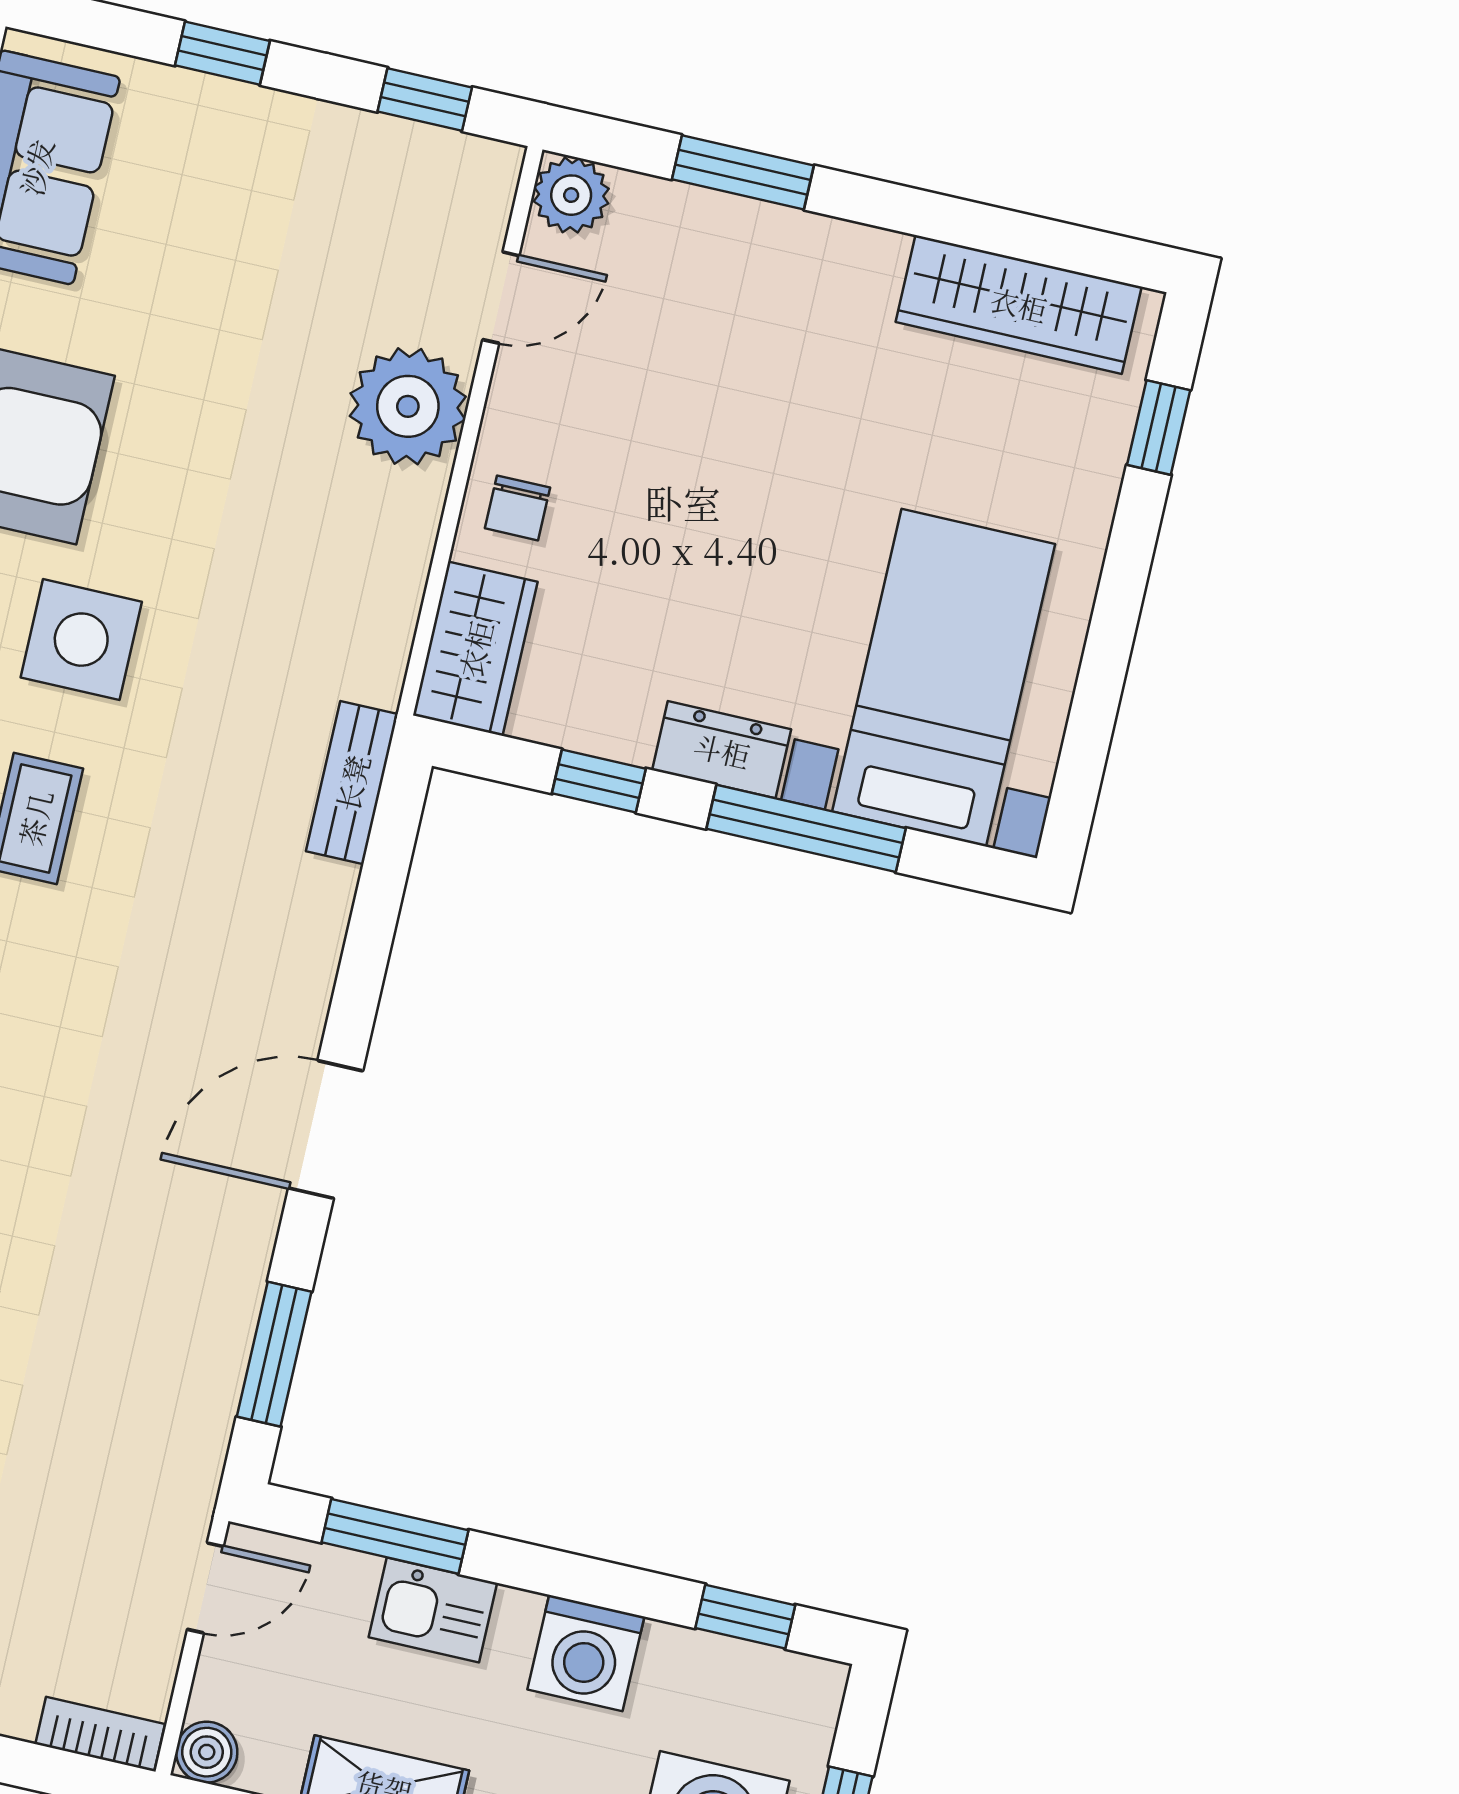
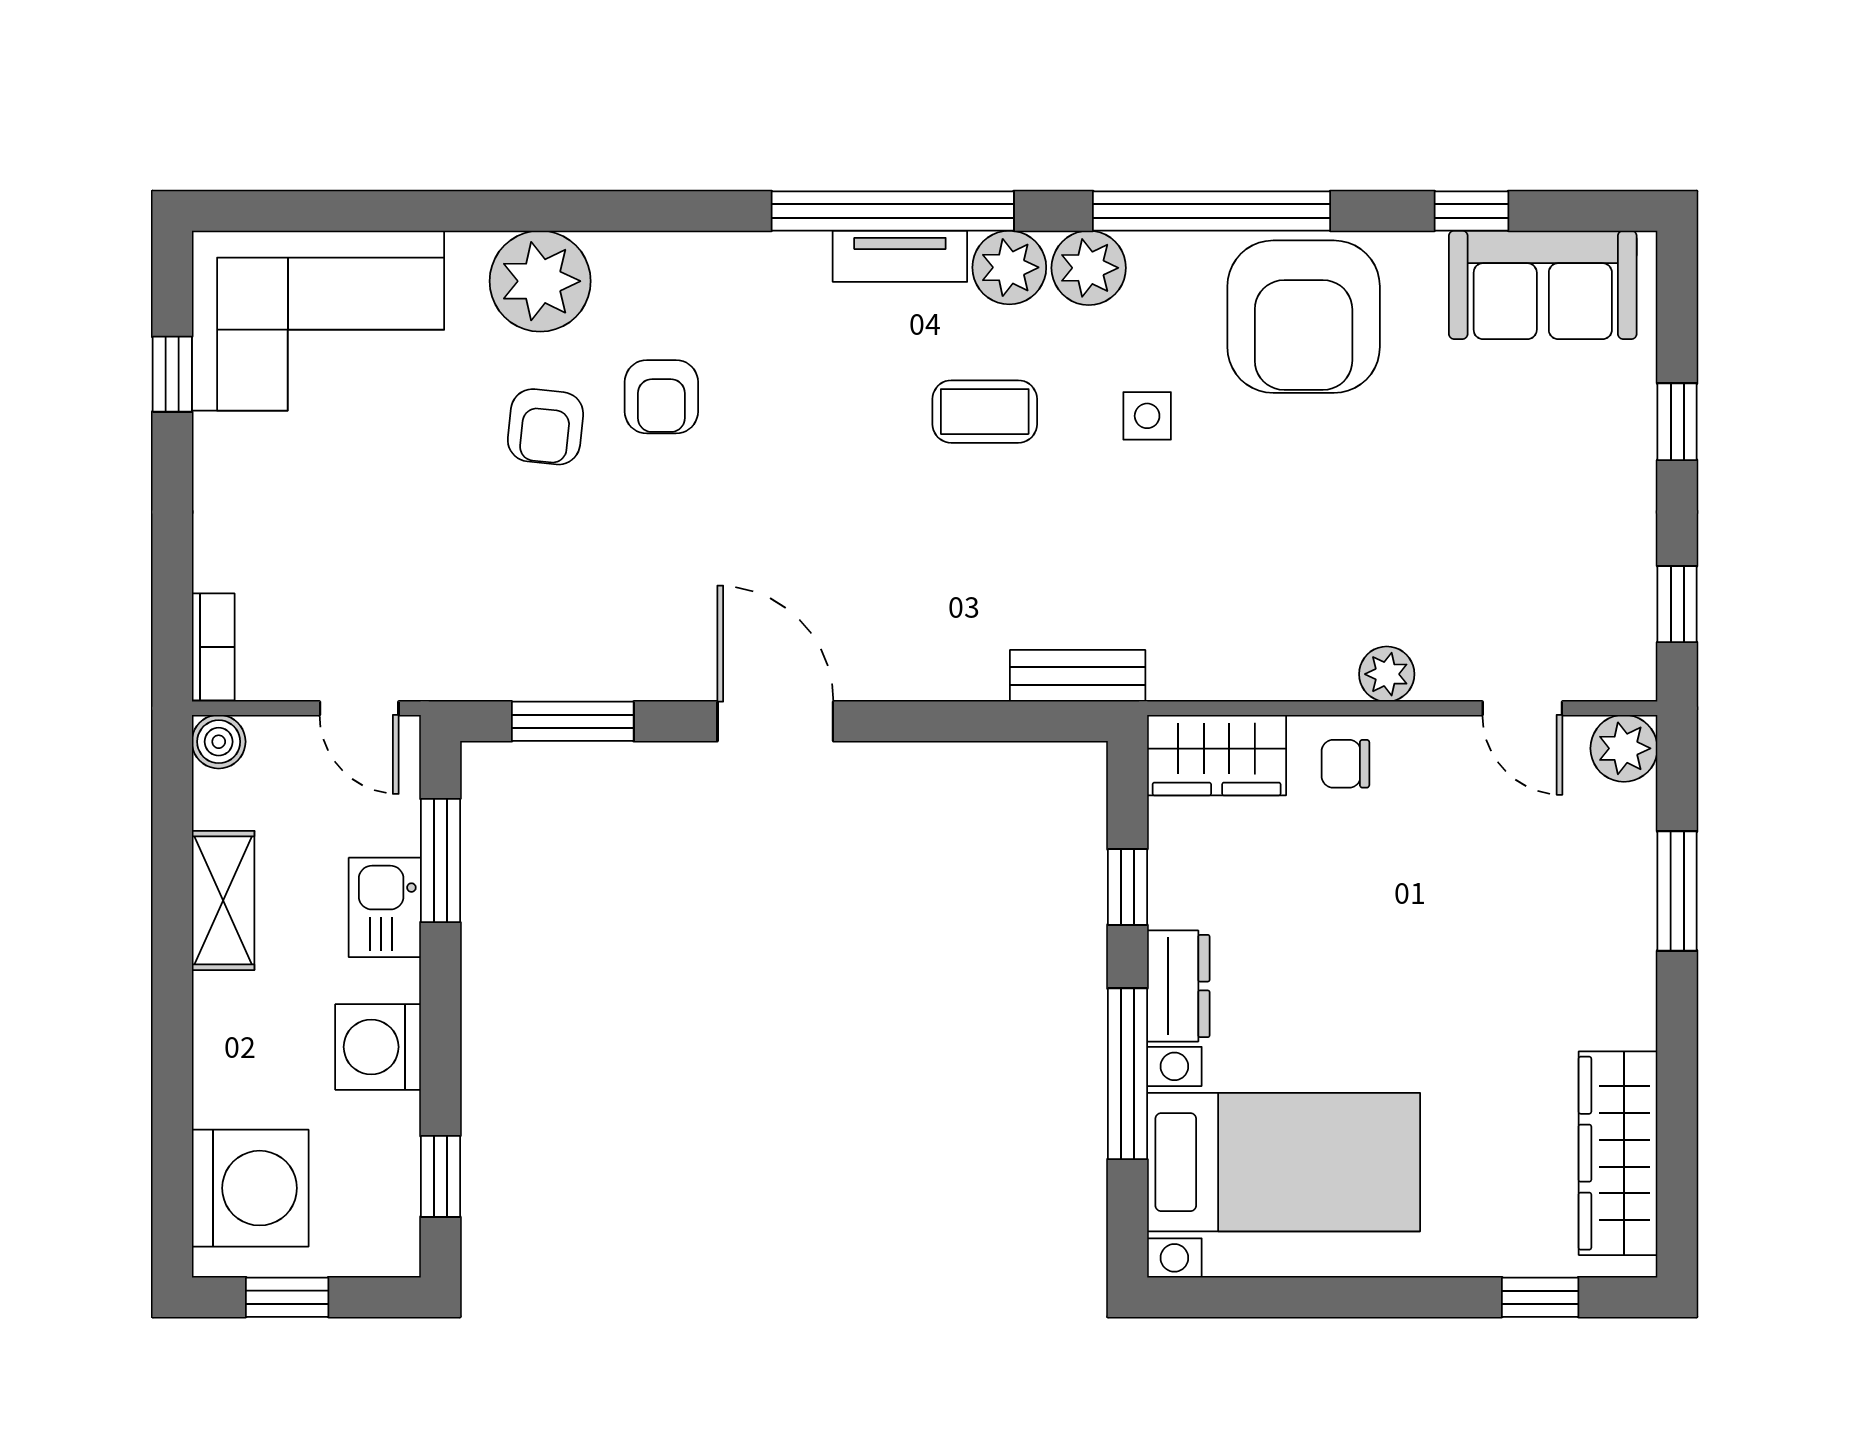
plant: (408, 406) -> (1387, 674), width x0.53, depth x0.53
side table: (81, 640) -> (1147, 416), width x0.54, depth x0.54

